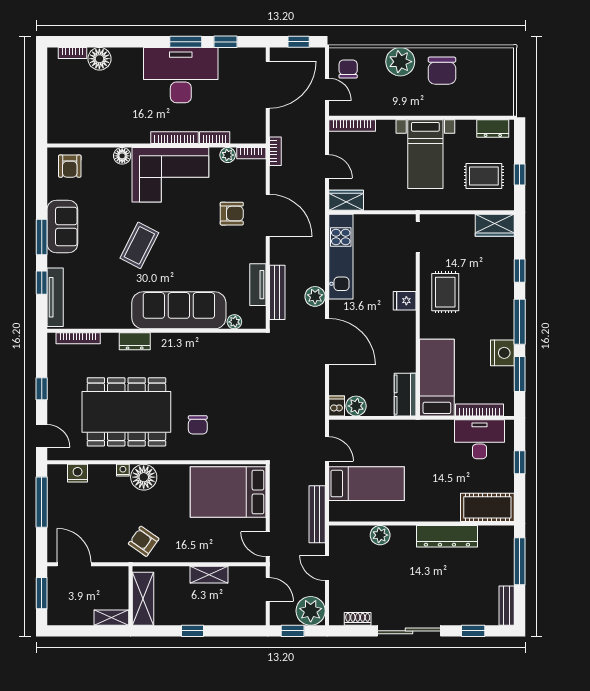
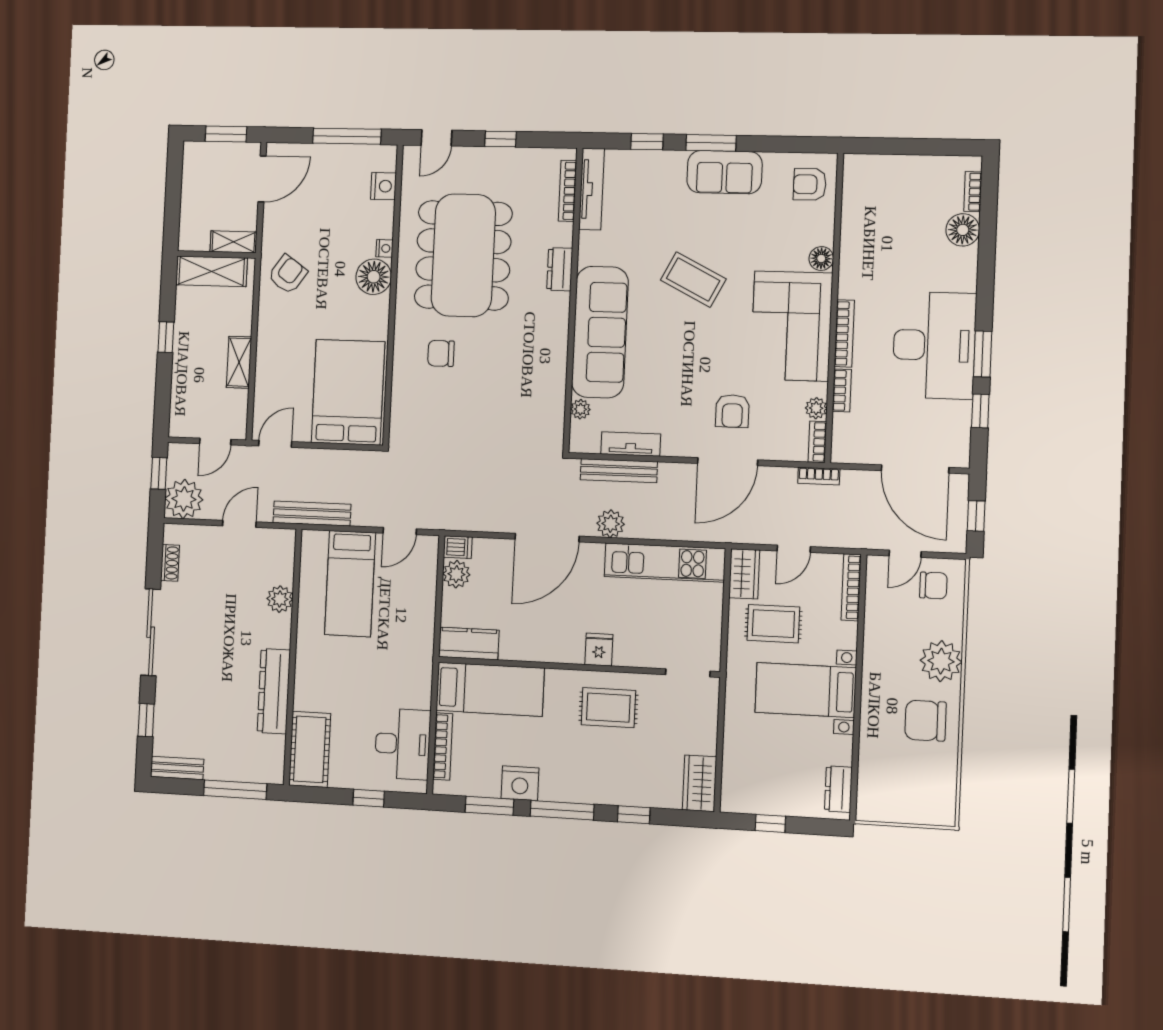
rug: (484, 176) -> (773, 624), moved, turned 90
tv unit: (55, 297) -> (592, 189), moved, turned -90
shelving: (111, 618) -> (233, 242), moved, turned 90

